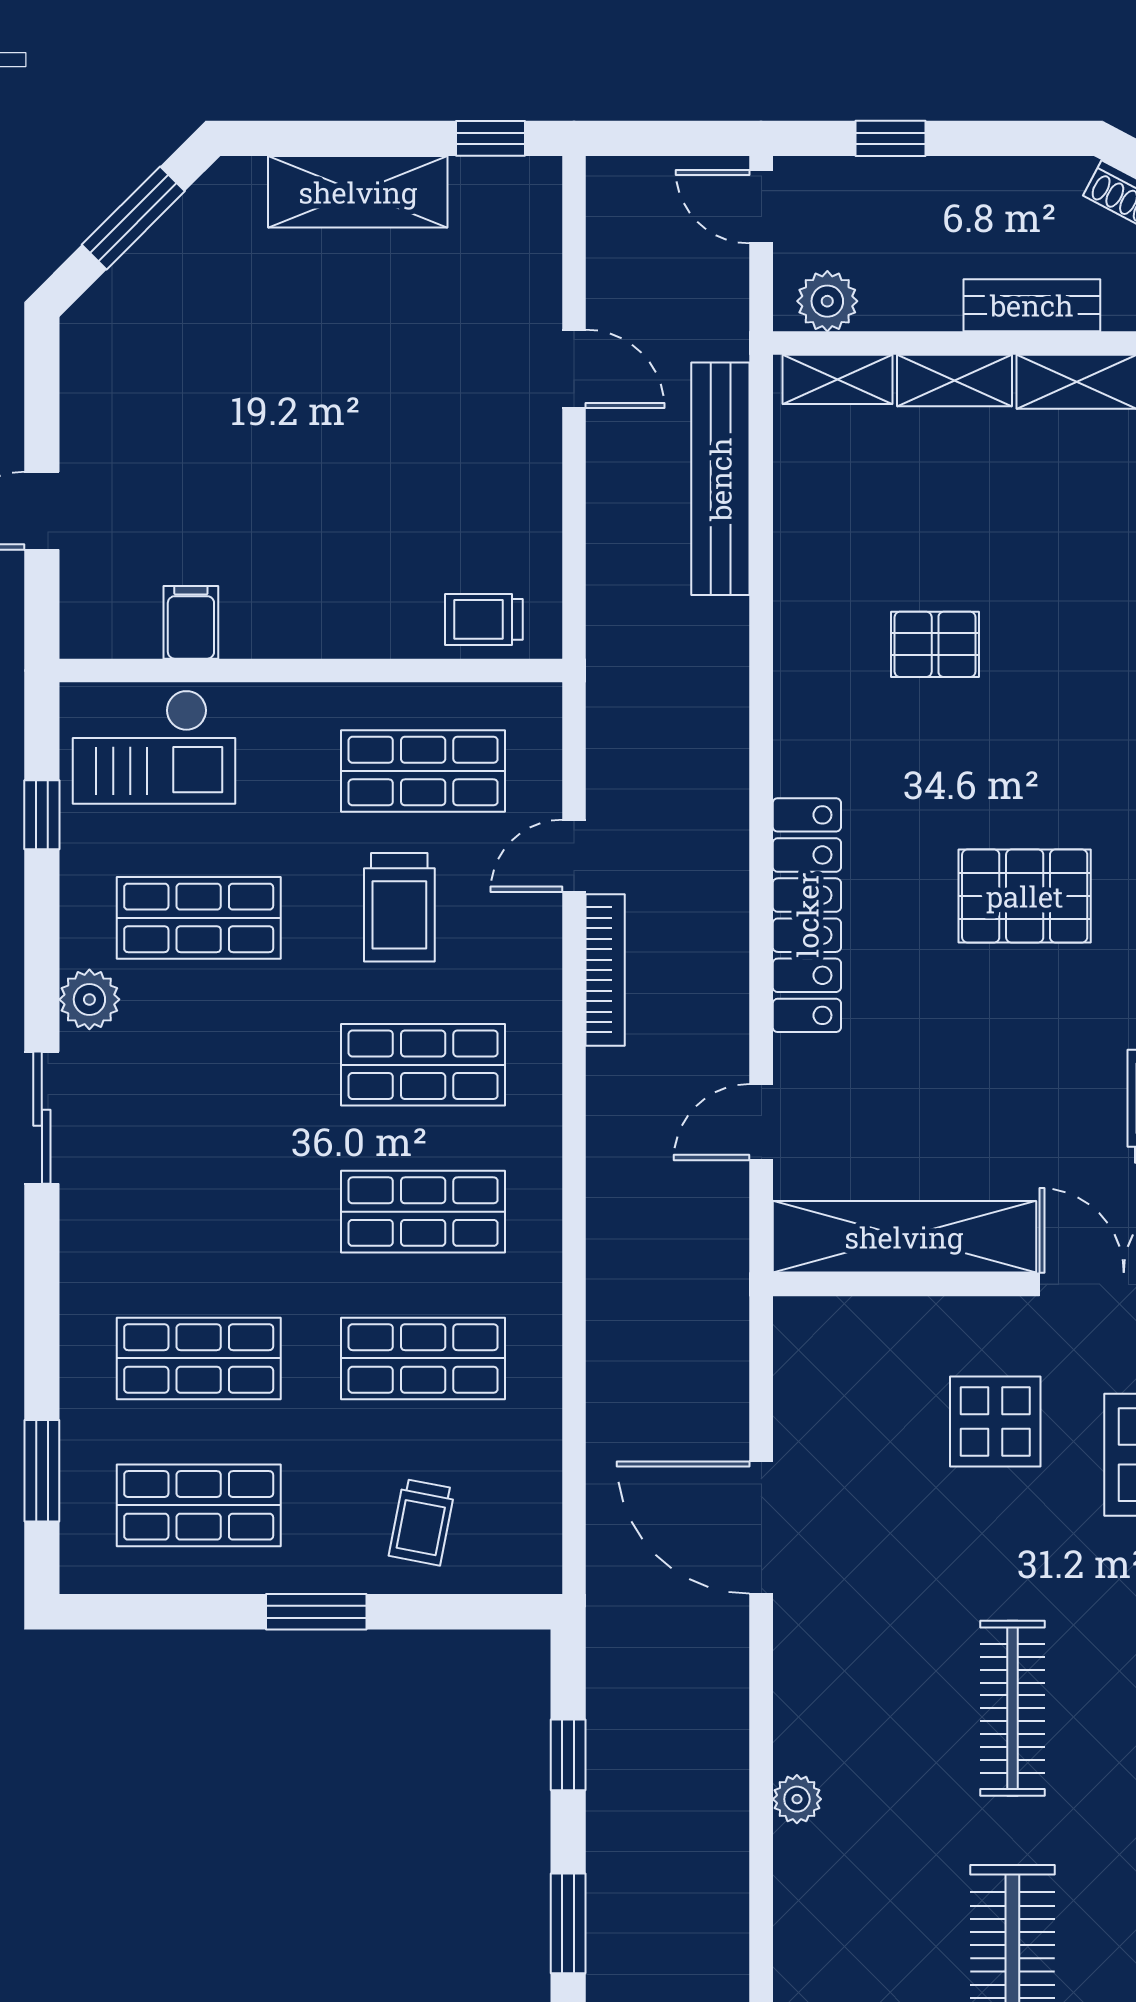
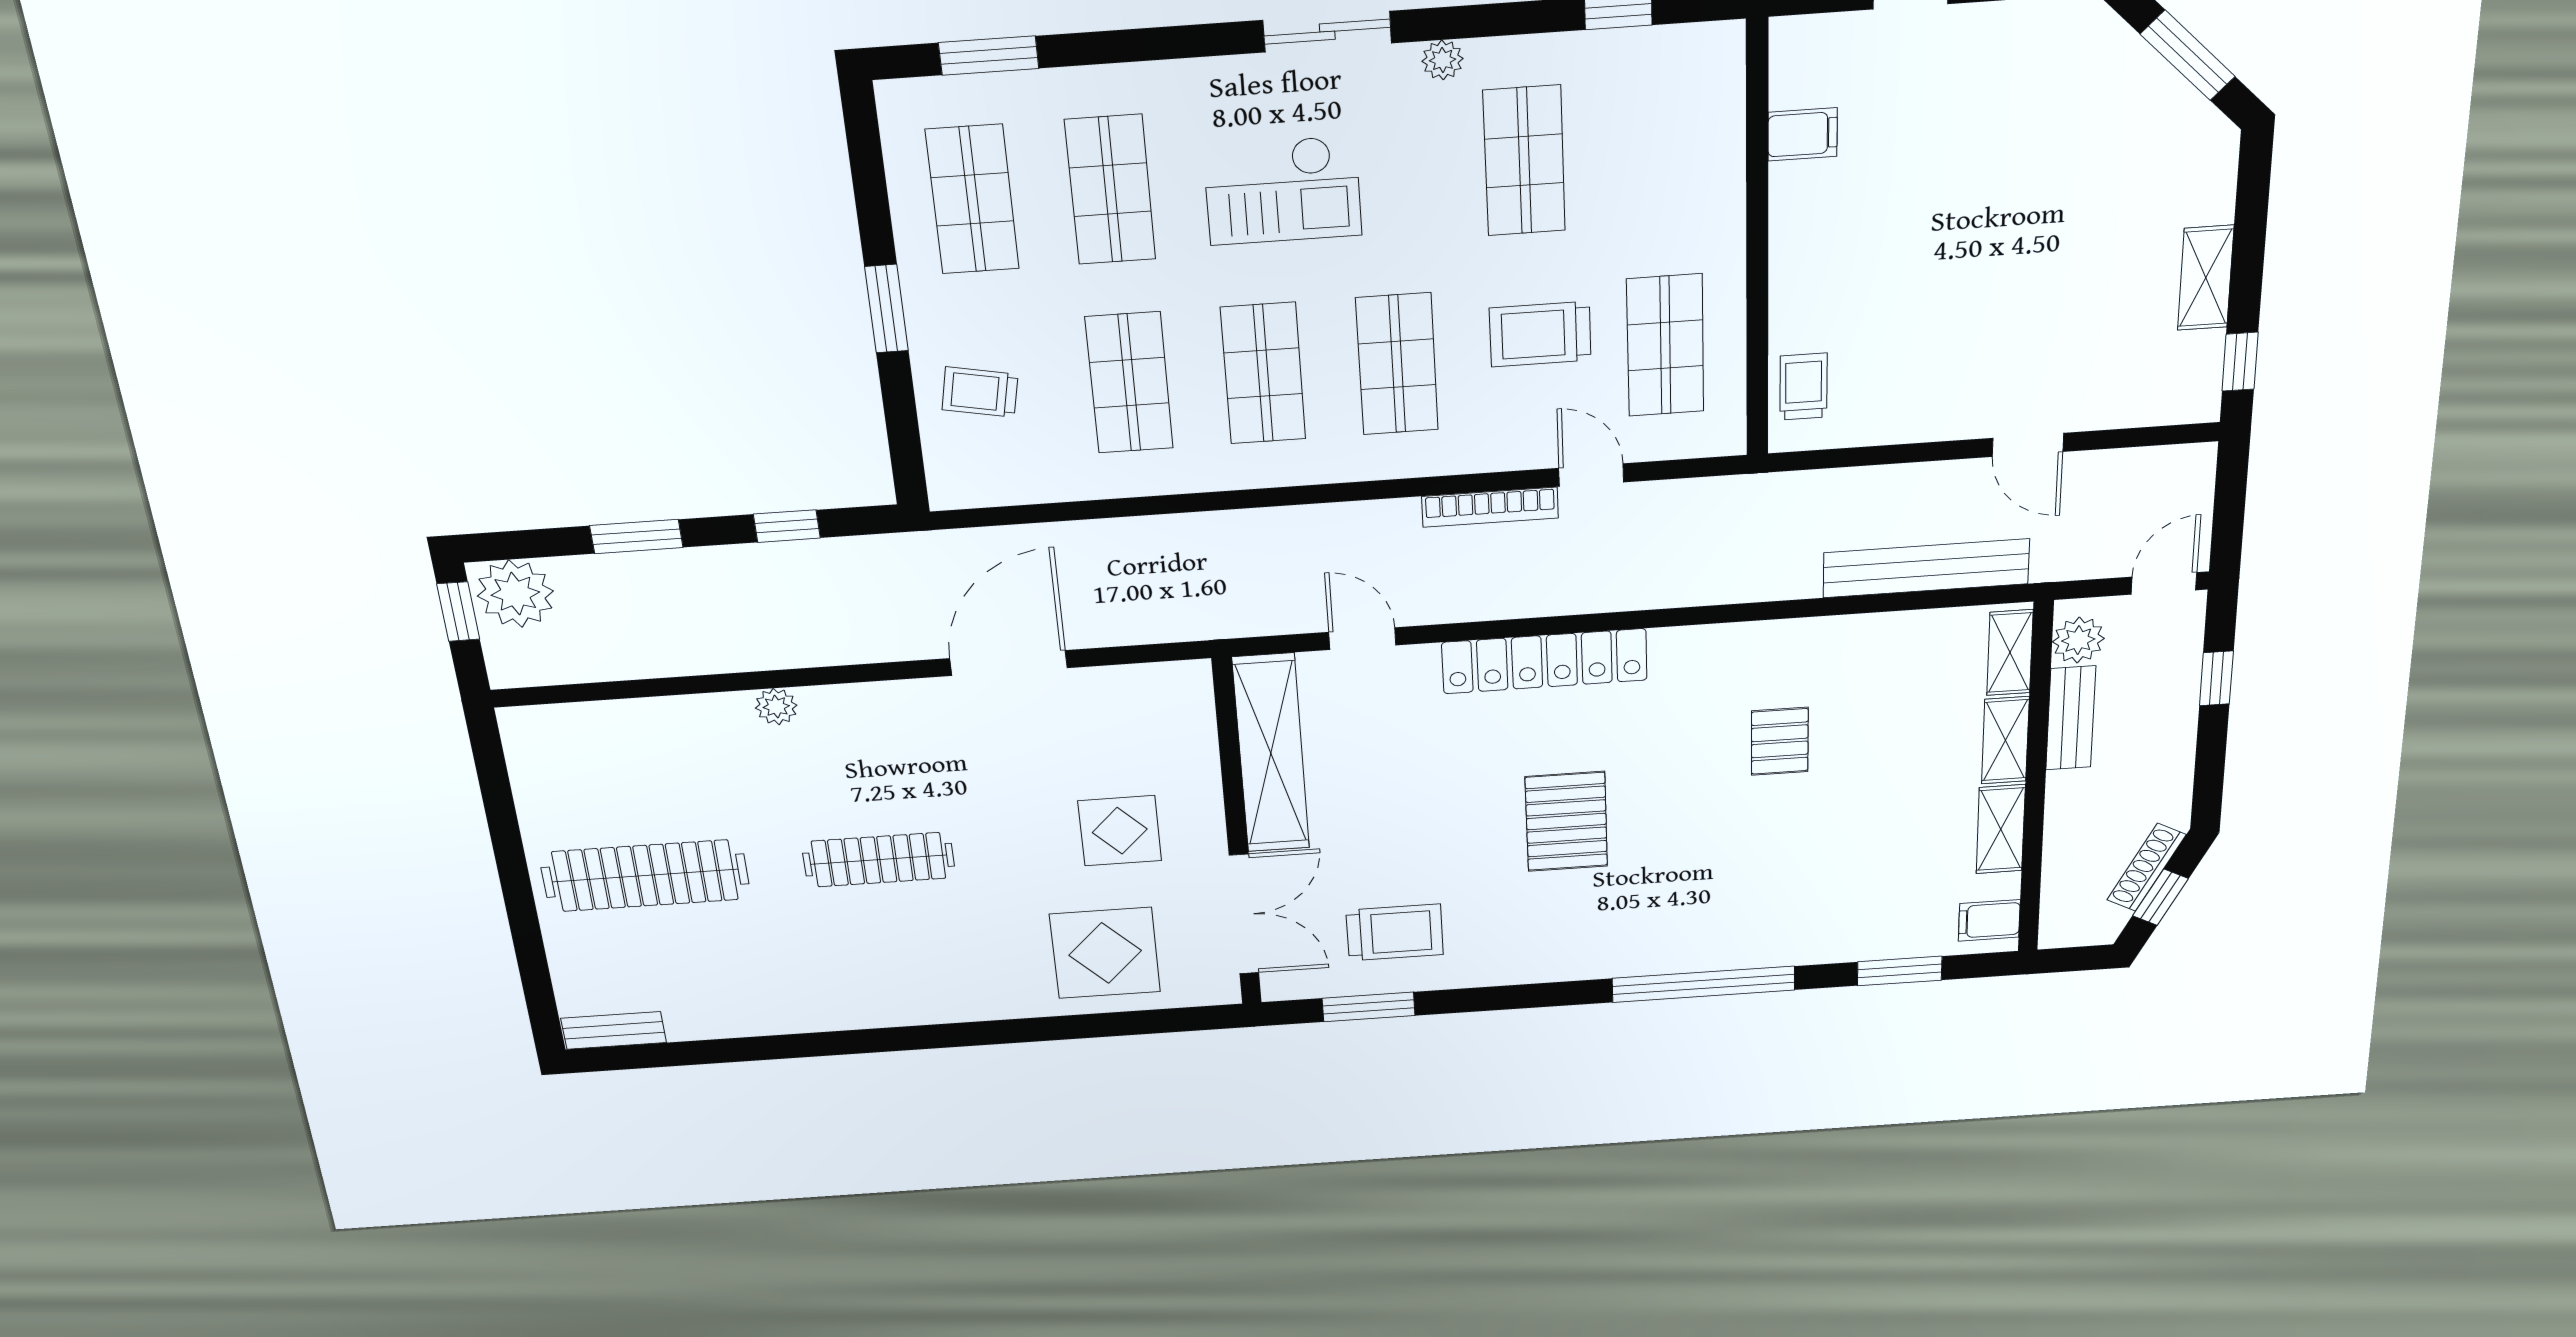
shelving: (358, 192) -> (2206, 278), width x0.67, depth x0.75
bench: (1032, 305) -> (2071, 718), moved
door: (574, 369) -> (2028, 445), hinge flipped
checkout: (154, 747) -> (1283, 190), moved, turned -90
plant: (89, 999) -> (1443, 60), width x0.73, depth x0.73

